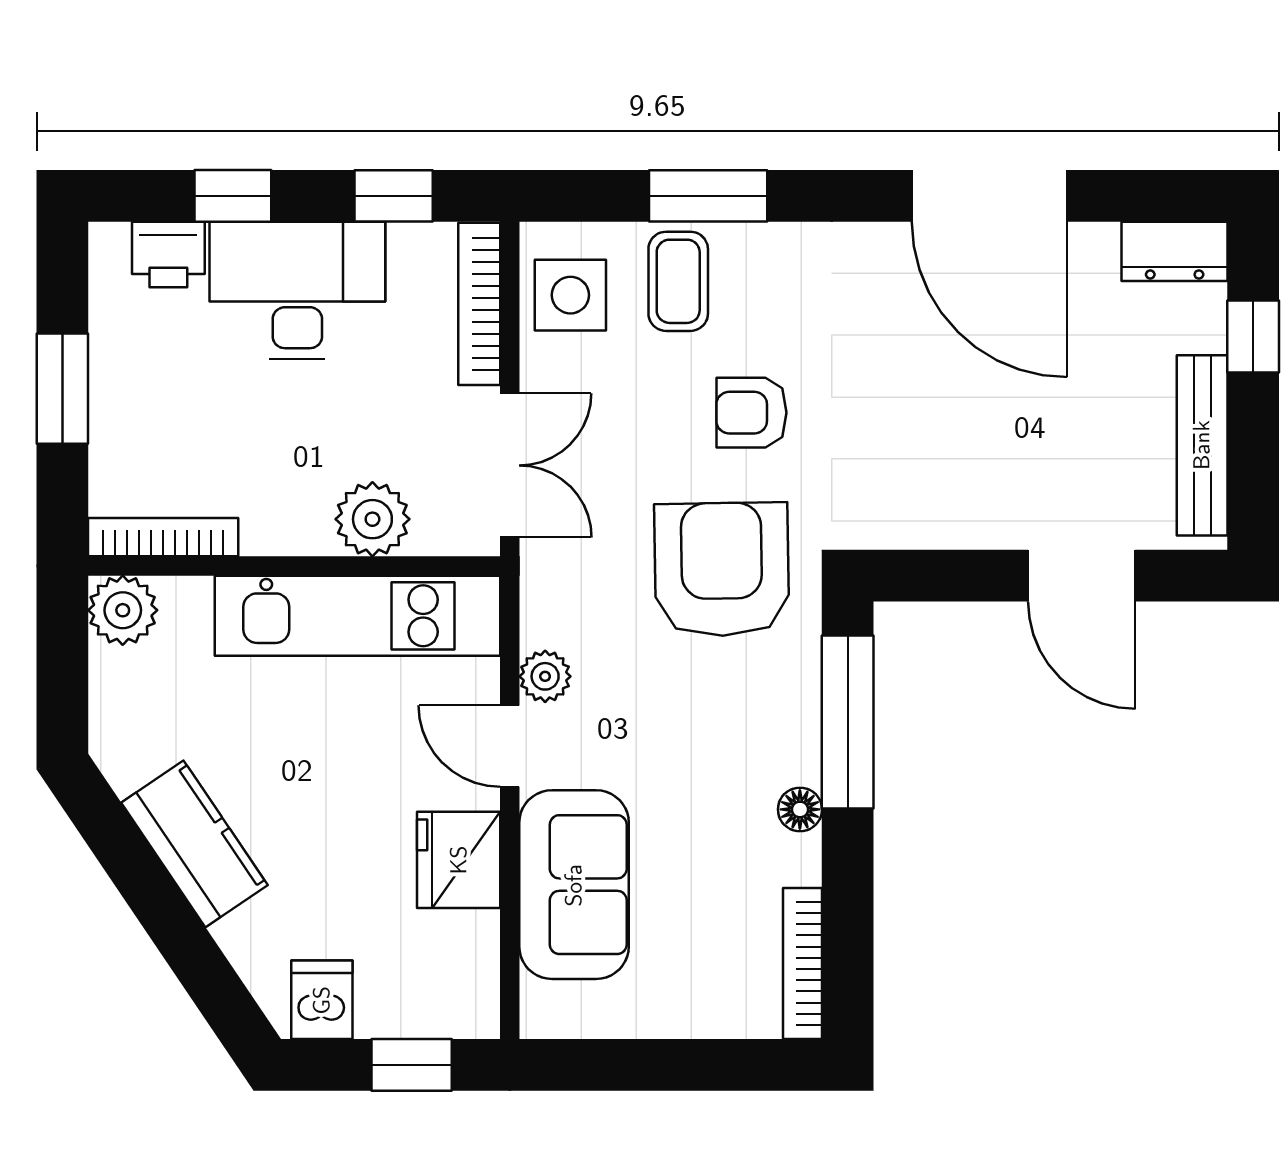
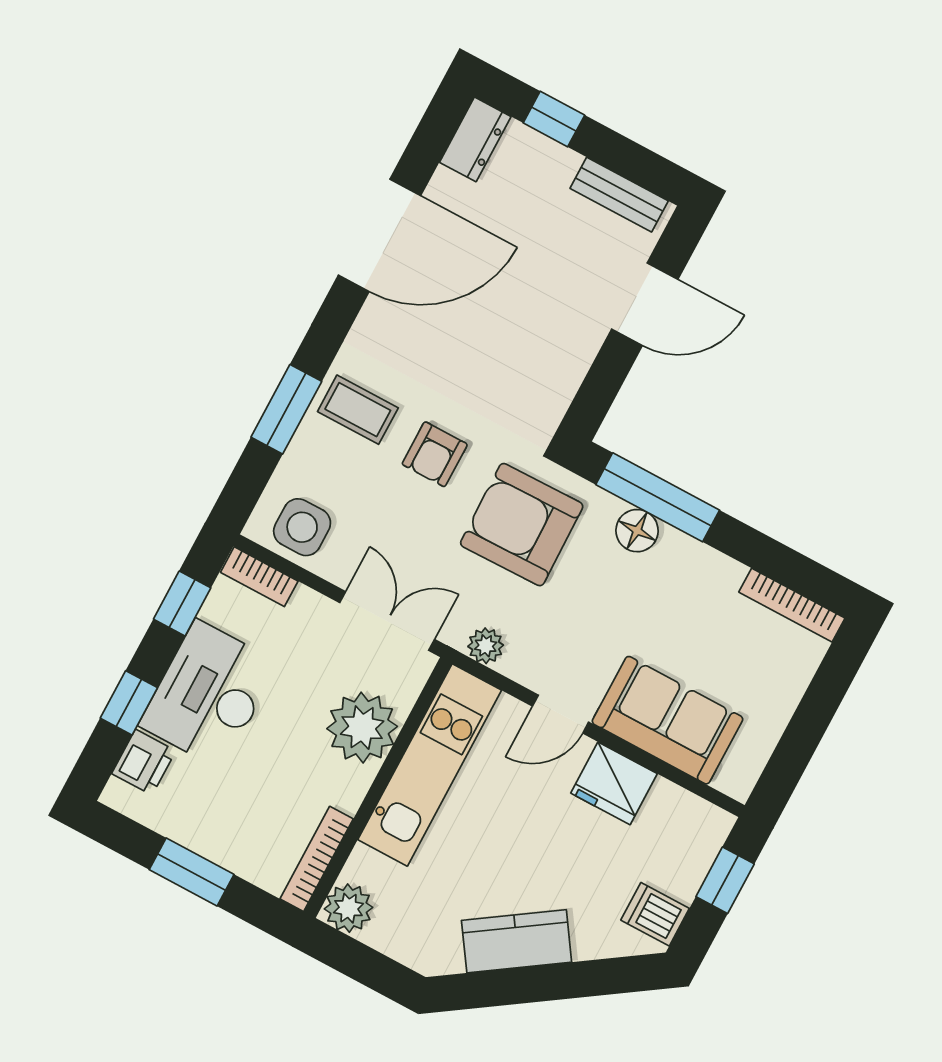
coffee table: (678, 281) -> (358, 410), moved
bookcase: (479, 304) -> (259, 577), width x0.64
bench: (1202, 445) -> (619, 195), width x0.73
plant: (372, 519) -> (362, 728), width x1.36, depth x1.36
plant: (545, 676) -> (486, 646), moved
floor lamp: (800, 809) -> (637, 531), moved, width x1.37, depth x1.37

